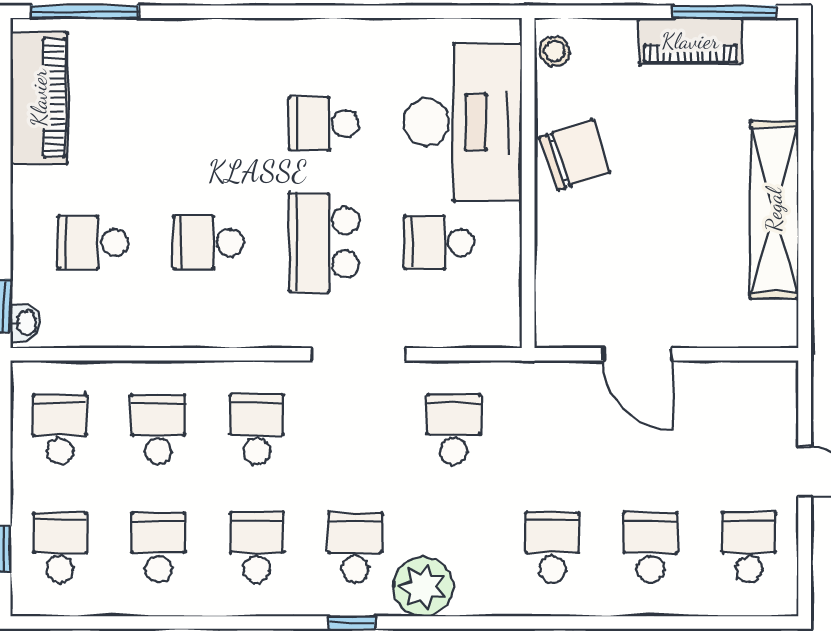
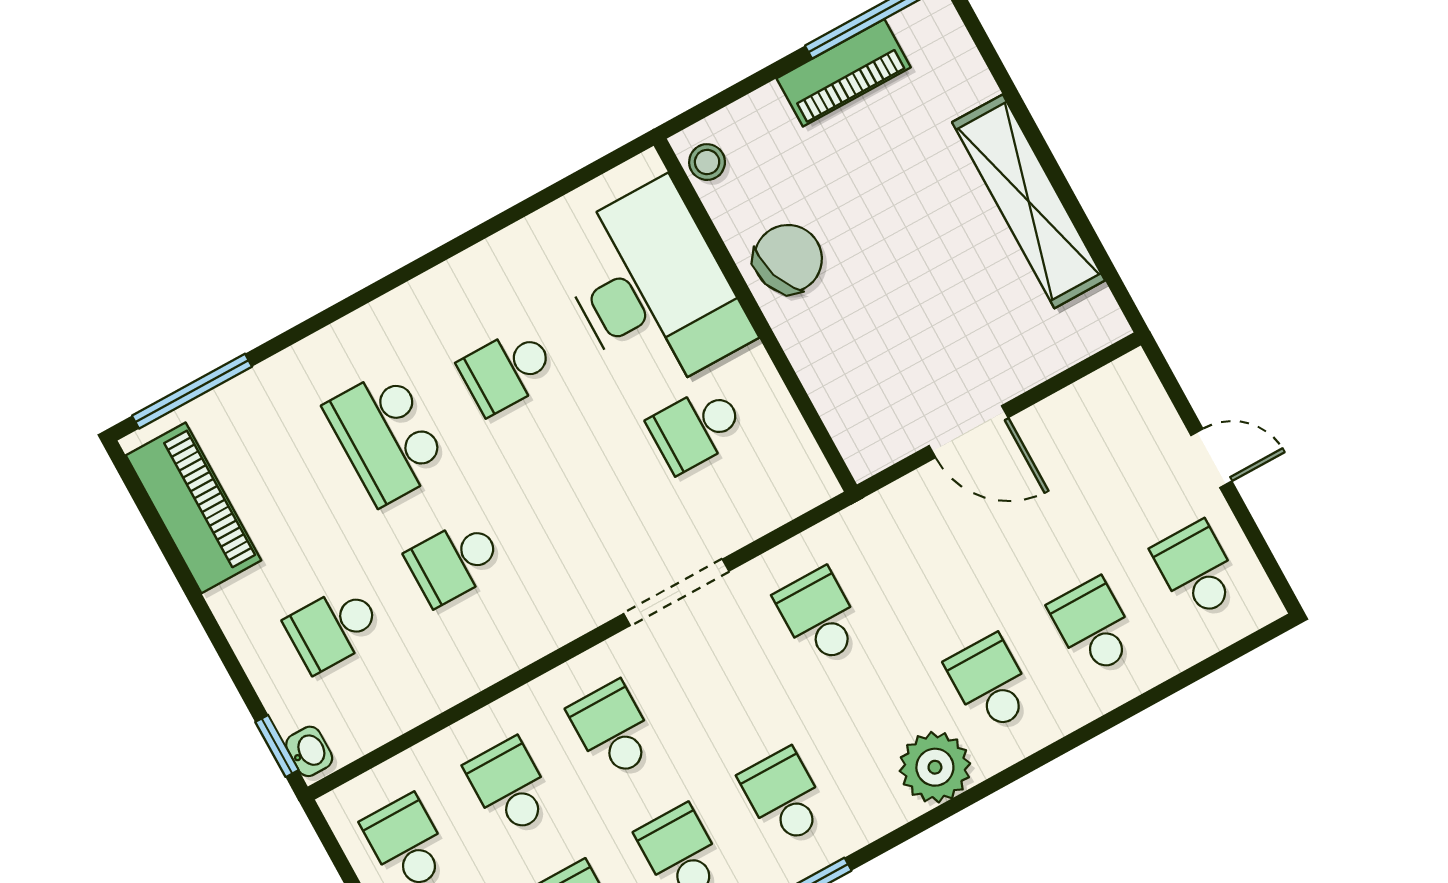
school desk: (324, 242) -> (386, 437), moved
plant: (423, 587) -> (935, 767), moved

